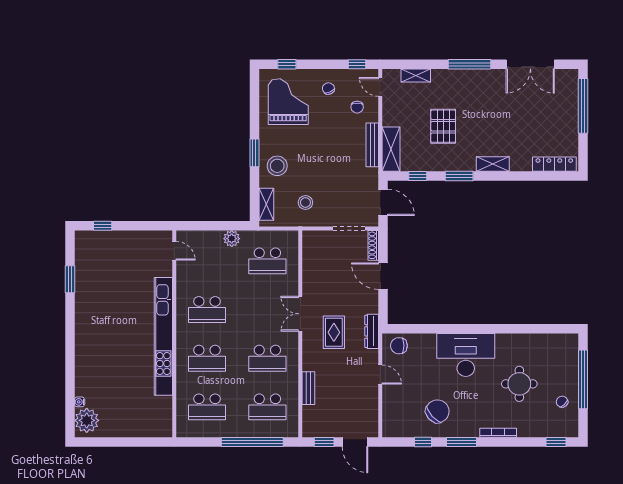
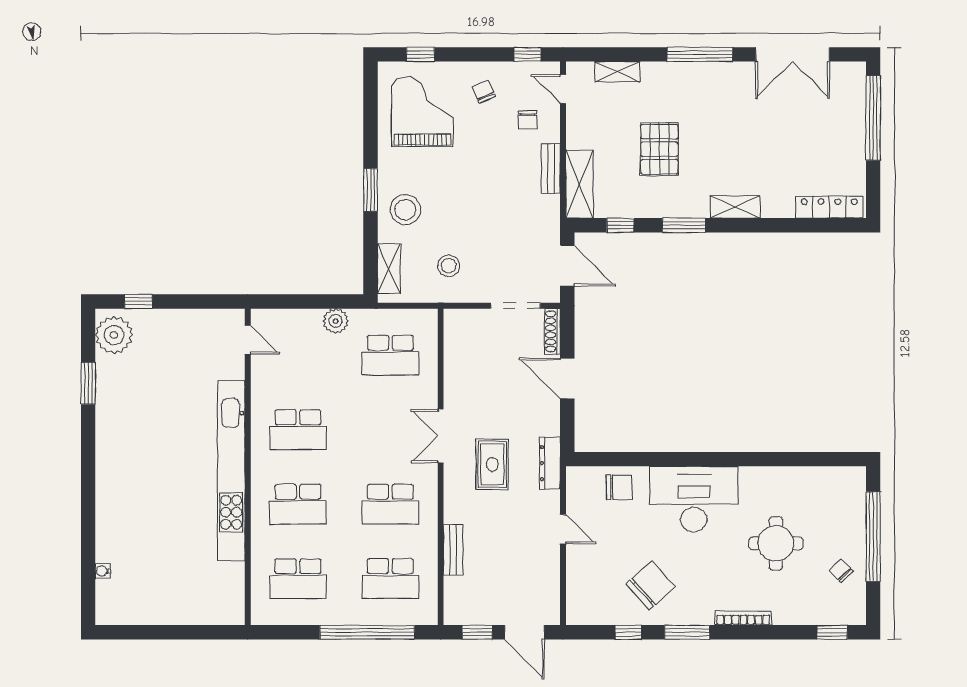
bench: (372, 145) -> (551, 169), width x0.73
chair: (399, 346) -> (619, 487), moved, turned 180
plant: (87, 420) -> (114, 335), moved

